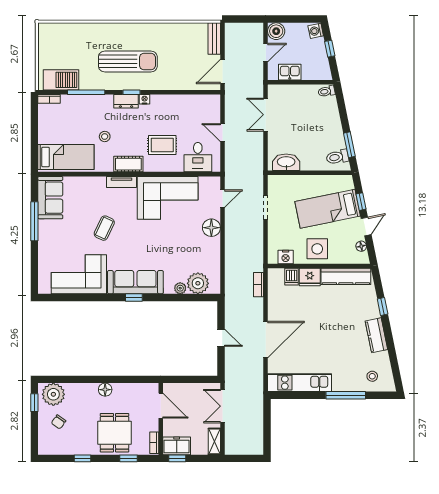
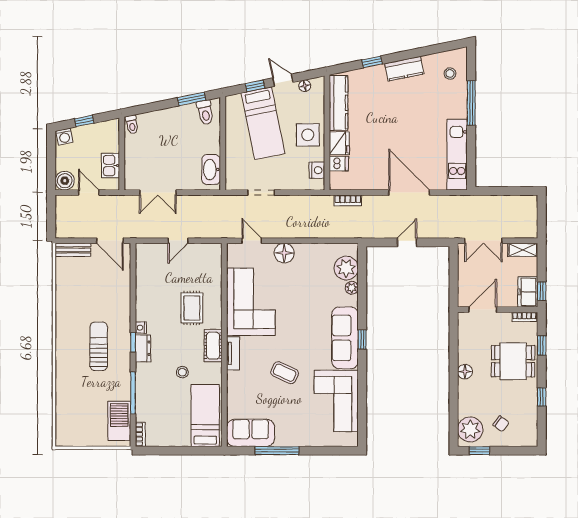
sun lounger: (128, 62) -> (99, 346), width x0.73, depth x0.75
desk: (198, 157) -> (205, 268), removed

